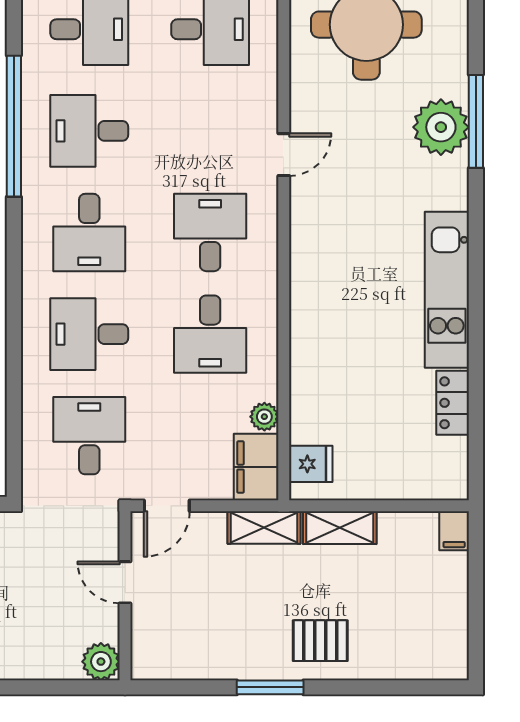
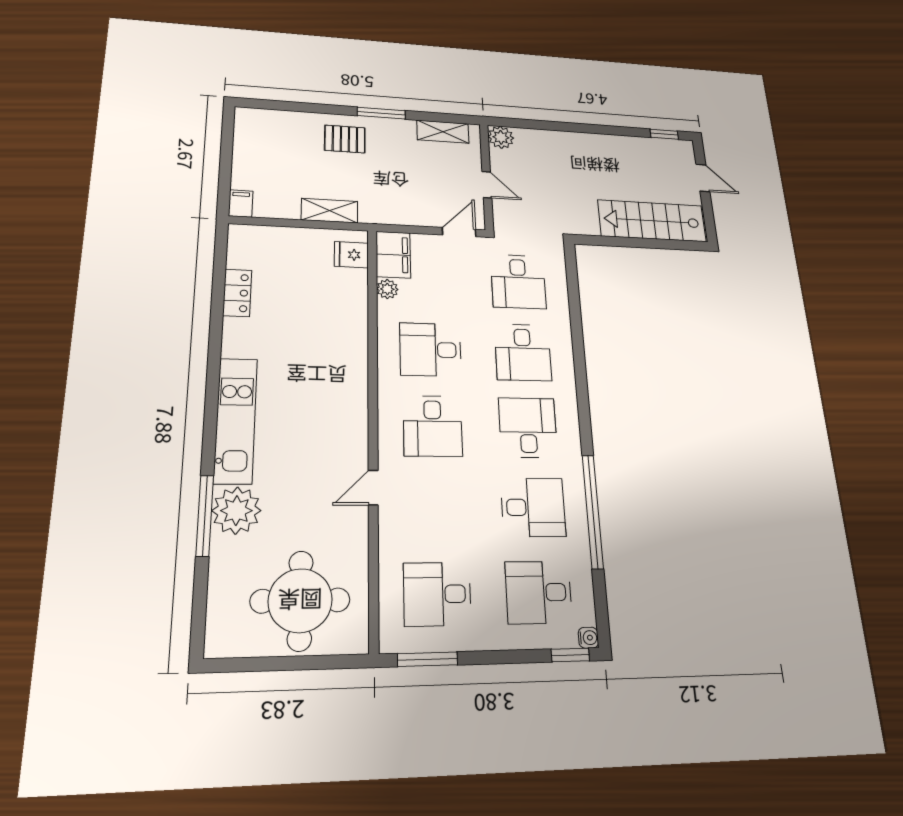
kitchen unit: (447, 290) -> (236, 420), moved
desk: (89, 334) -> (523, 352), turned 90
desk: (210, 334) -> (430, 350), turned -90
shelving: (264, 527) -> (443, 132), moved

